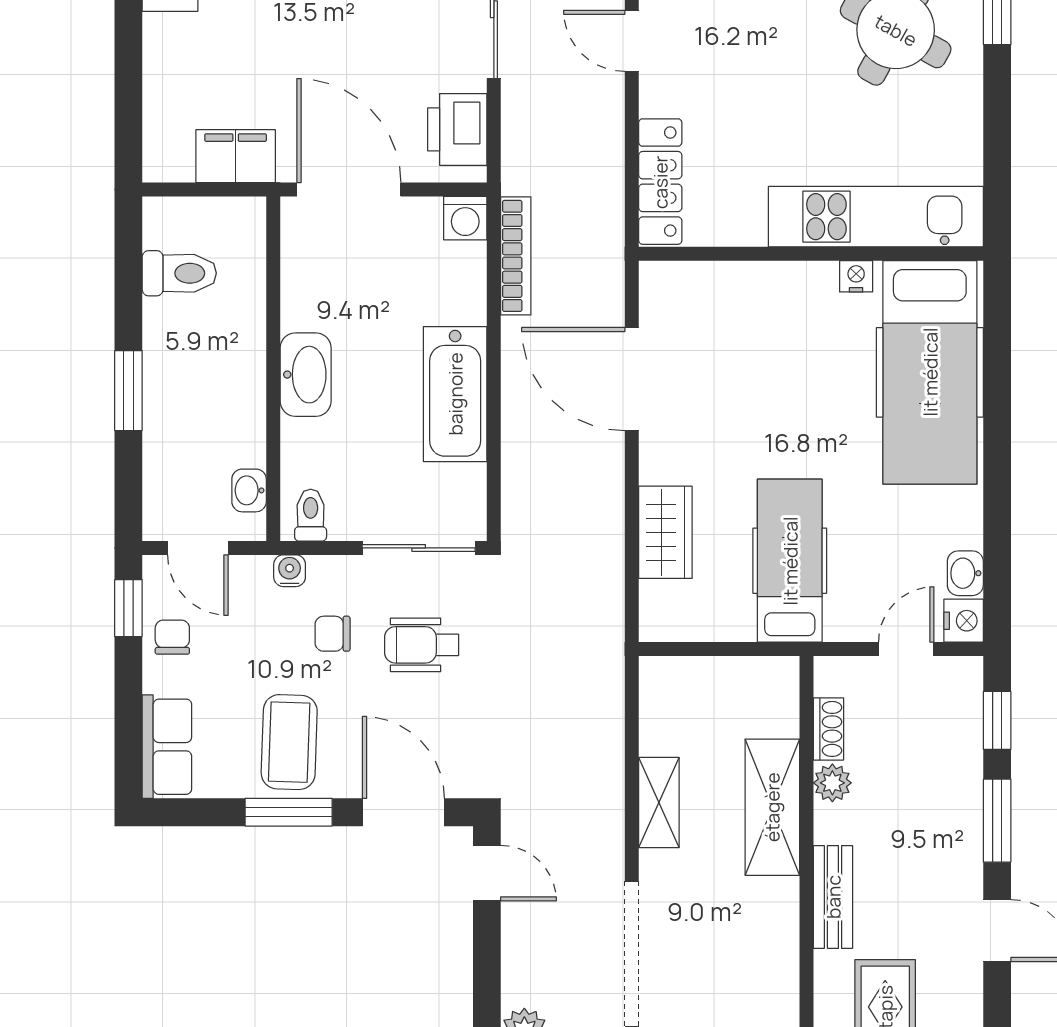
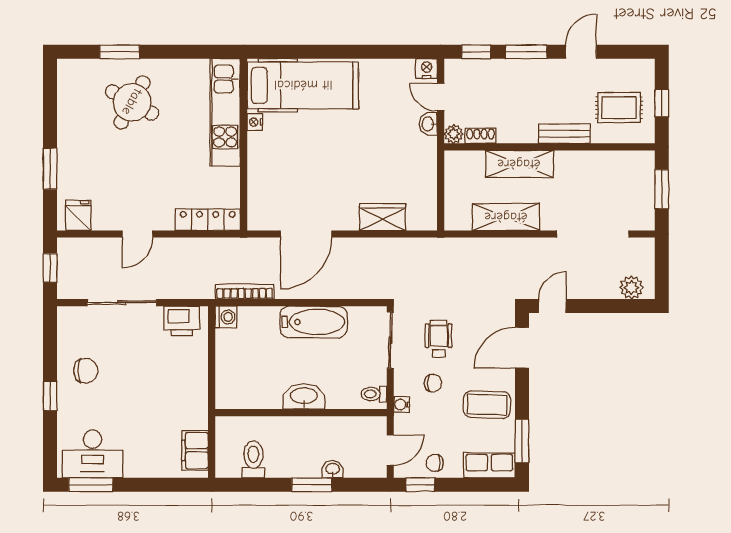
filing cabinet: (236, 156) -> (195, 450), moved
door: (349, 189) -> (212, 375), removed
washbasin: (249, 490) -> (333, 469), moved, turned 180
hospital bed: (790, 561) -> (397, 155), removed
washbasin: (965, 573) -> (428, 124), moved, turned 90
chair: (333, 634) -> (433, 383), turned -90
wheelchair: (422, 645) -> (439, 339), turned 180
plant: (832, 783) -> (454, 134), moved
shelving: (659, 802) -> (506, 217), width x1.50, depth x1.33
window: (289, 812) -> (522, 441), moved

